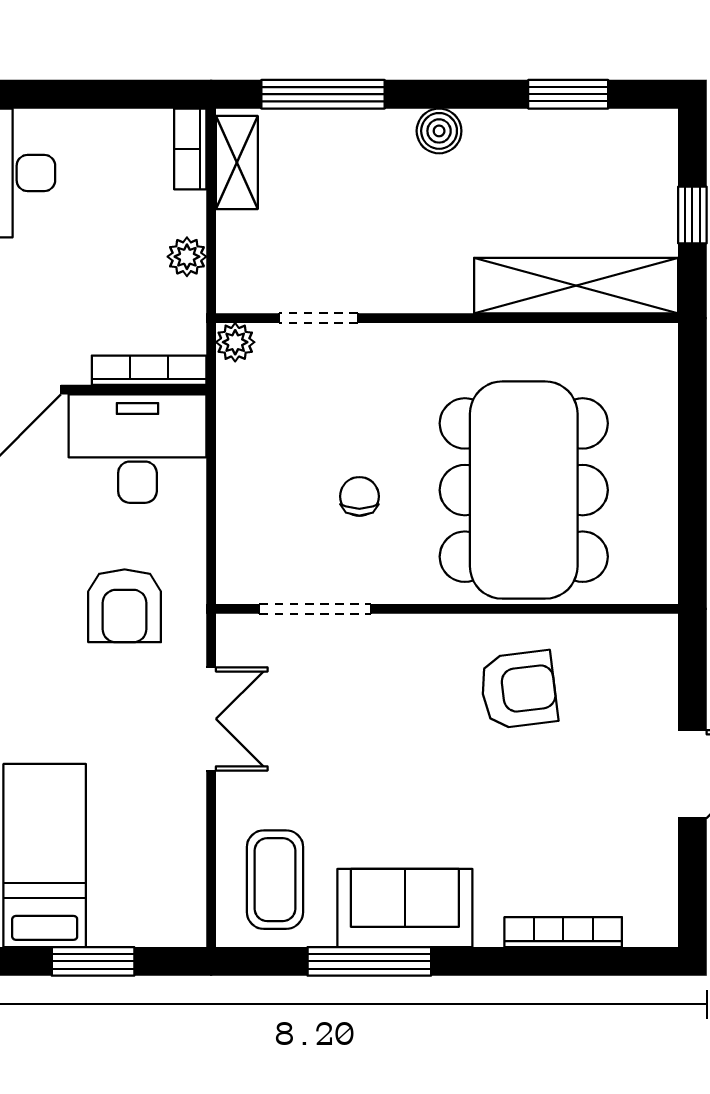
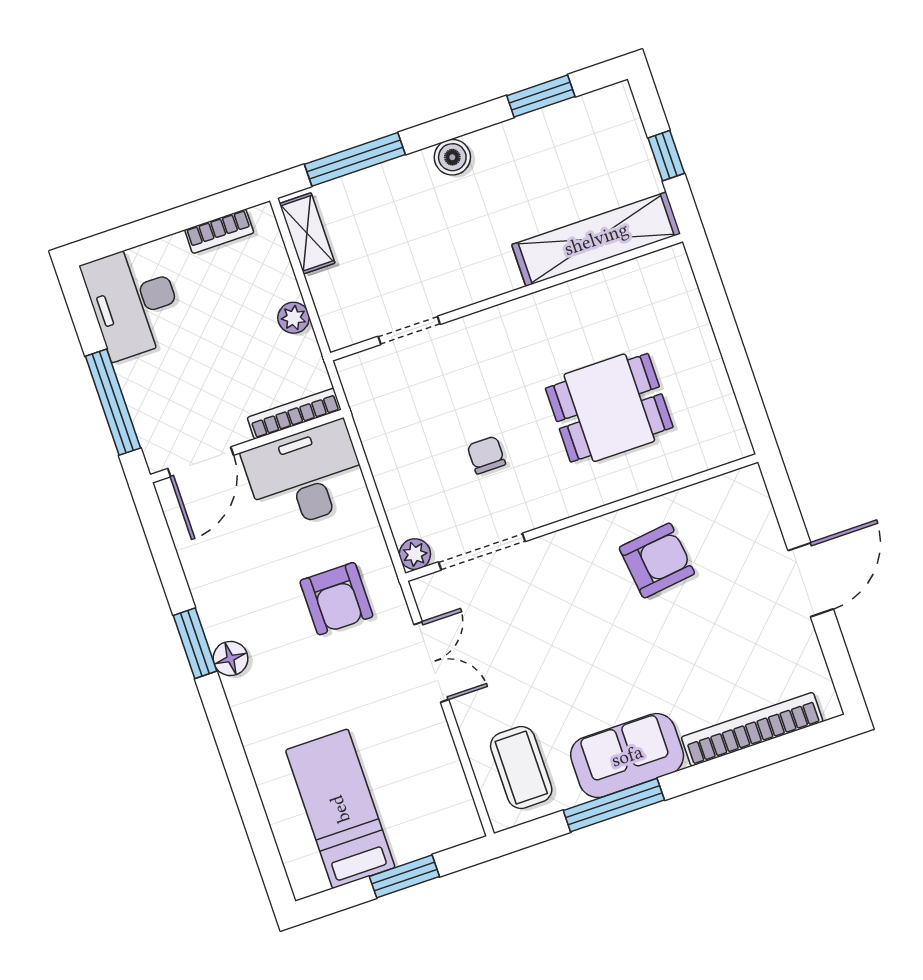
bookcase: (190, 149) -> (219, 231), moved, turned -90
plant: (235, 342) -> (415, 554), moved
dining table: (524, 490) -> (609, 408), width x0.53, depth x0.80
bookcase: (563, 932) -> (752, 729), width x1.48, depth x1.31

